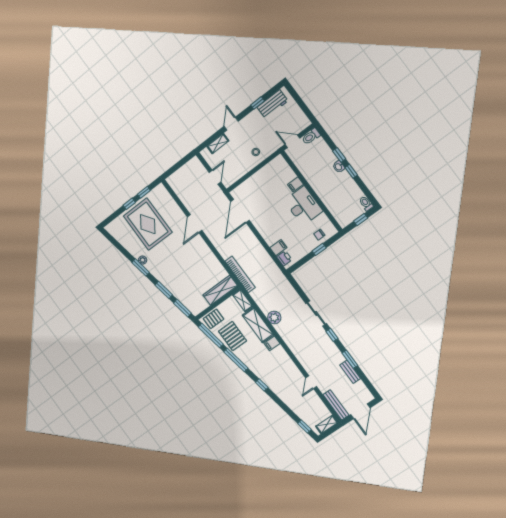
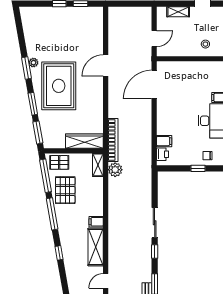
rug: (148, 224) -> (59, 86), moved
plant: (274, 317) -> (115, 170), moved
shelving: (258, 325) -> (96, 247), moved

